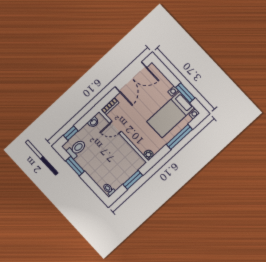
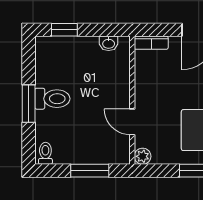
door: (116, 127) -> (132, 122), moved
toilet: (77, 149) -> (52, 99), moved
window: (75, 166) -> (29, 104), moved

